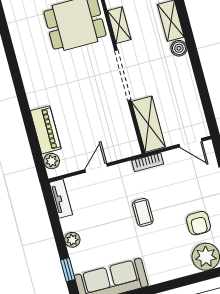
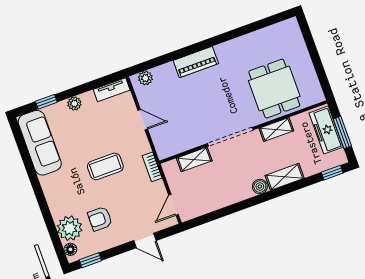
shelving: (148, 124) -> (194, 159), width x0.67, depth x0.75
piano: (46, 130) -> (196, 62), moved
coffee table: (143, 212) -> (105, 166), width x1.36, depth x1.30

